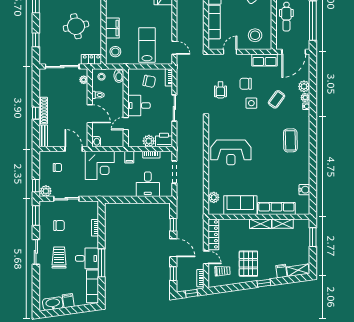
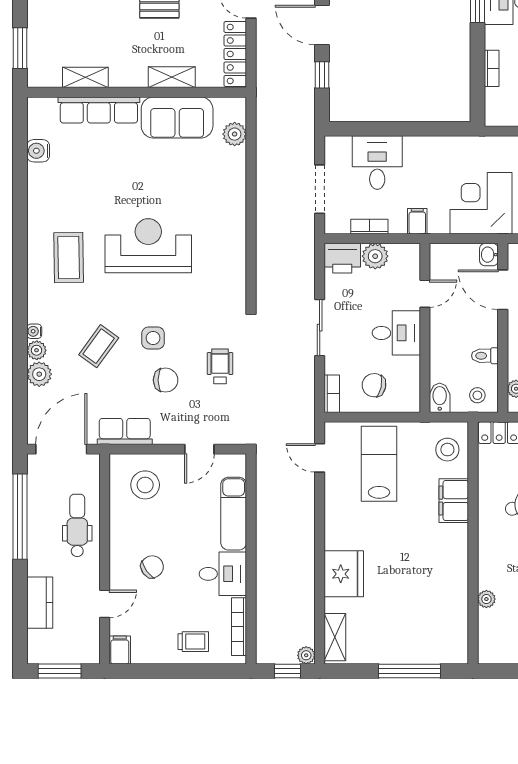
lab bench: (147, 45) -> (379, 464), turned 180
door: (90, 114) -> (503, 290), moved
reception desk: (231, 152) -> (148, 246), moved
shelving: (260, 224) -> (172, 77), moved

